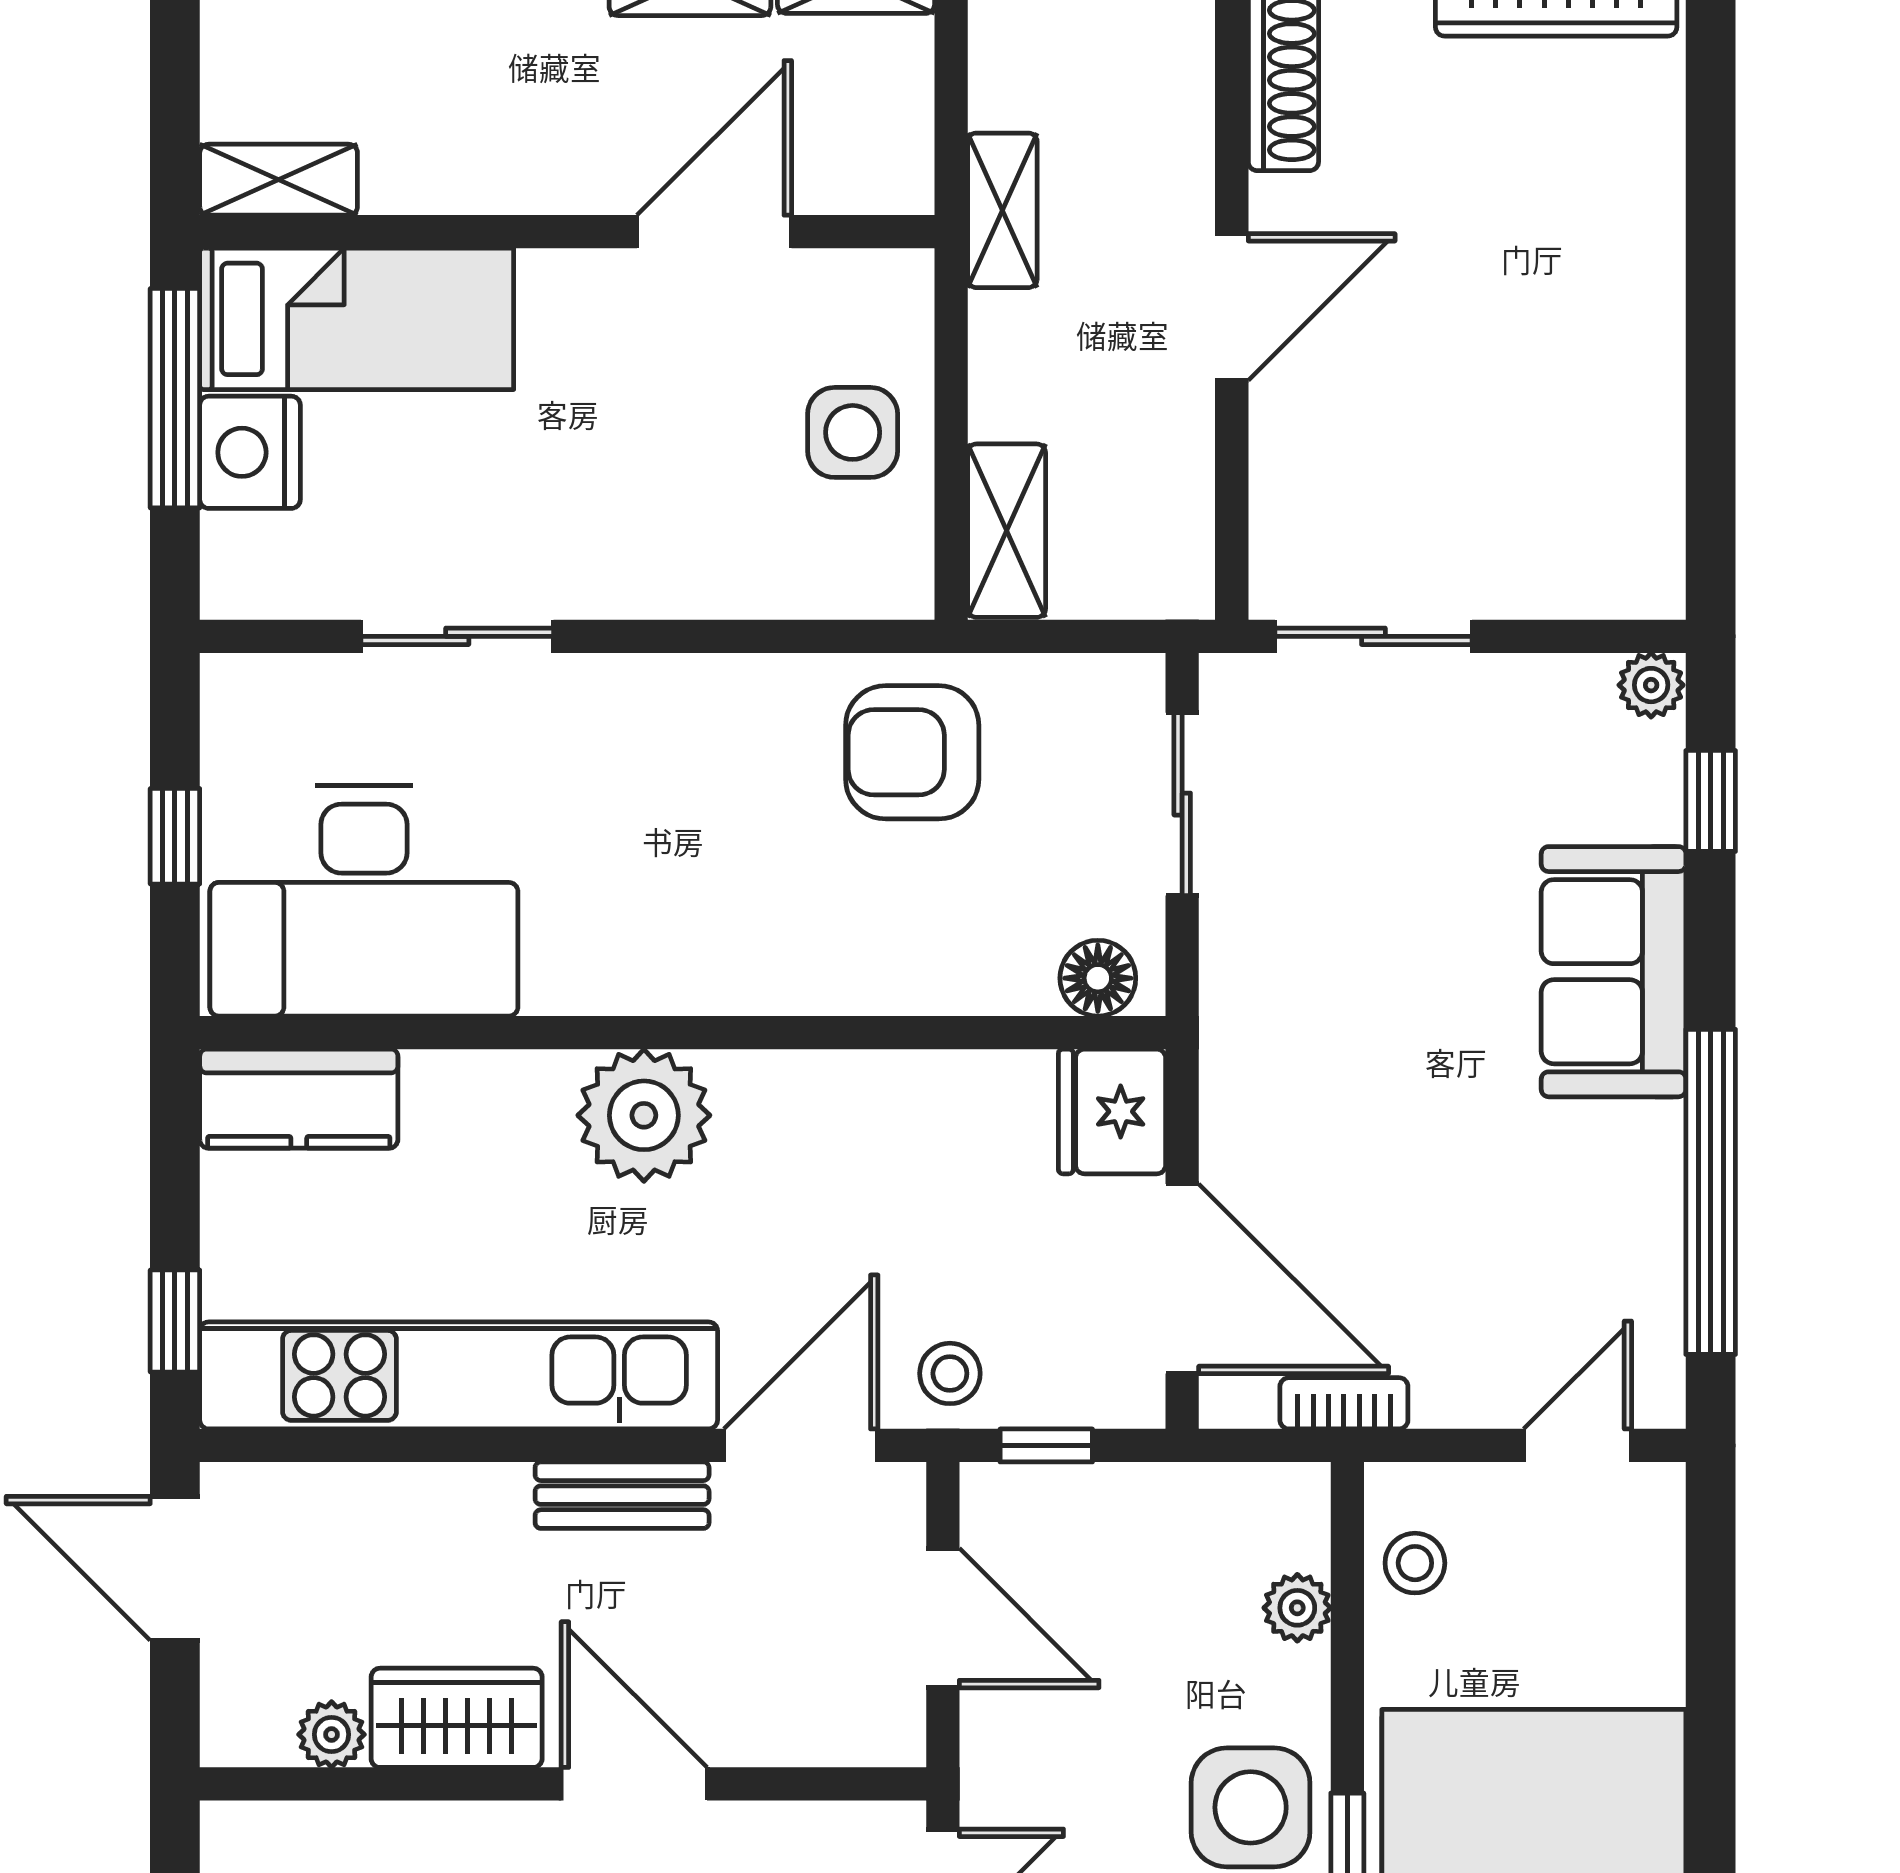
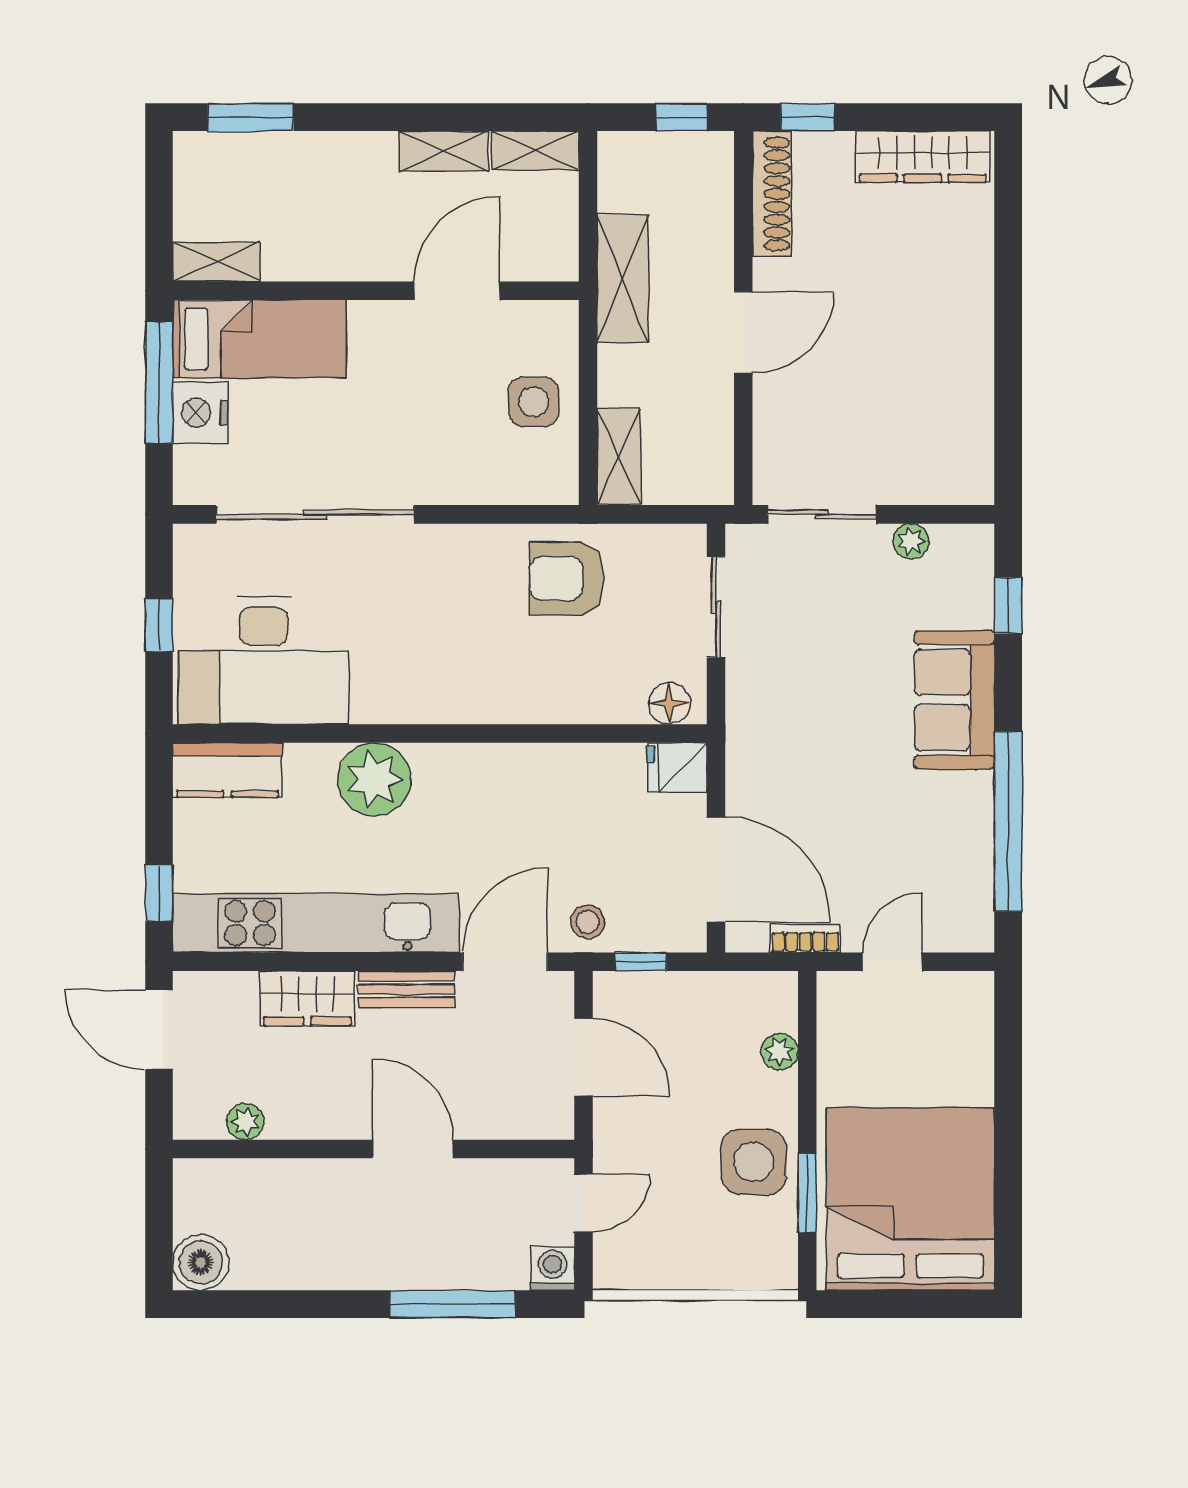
shelving: (1002, 210) -> (623, 279), width x1.50, depth x1.33
sliding door: (457, 636) -> (315, 514), width x1.86
plant: (1651, 685) -> (911, 541), moved
fridge: (1112, 1111) -> (677, 768), width x0.72
plant: (644, 1115) -> (374, 779), moved
door: (1578, 1445) -> (892, 962), moved
stool: (1415, 1563) -> (845, 1027), removed
wardrobe: (457, 1718) -> (307, 998), moved, turned 180

